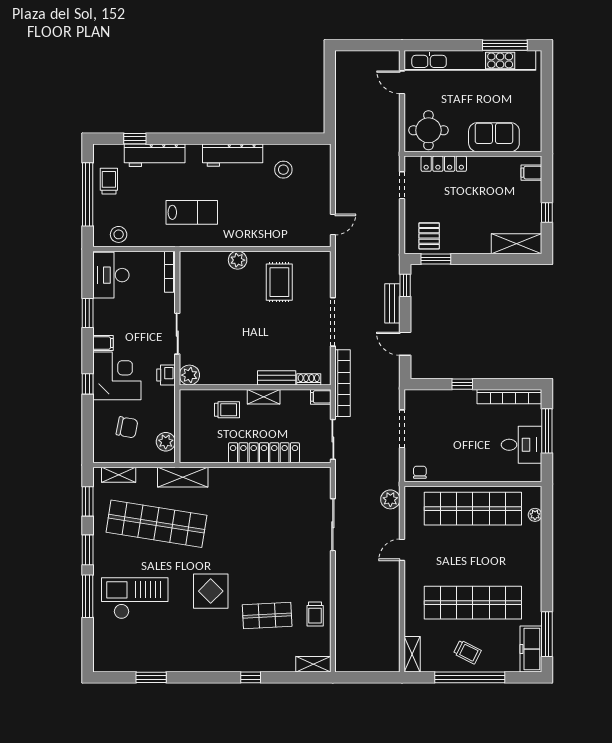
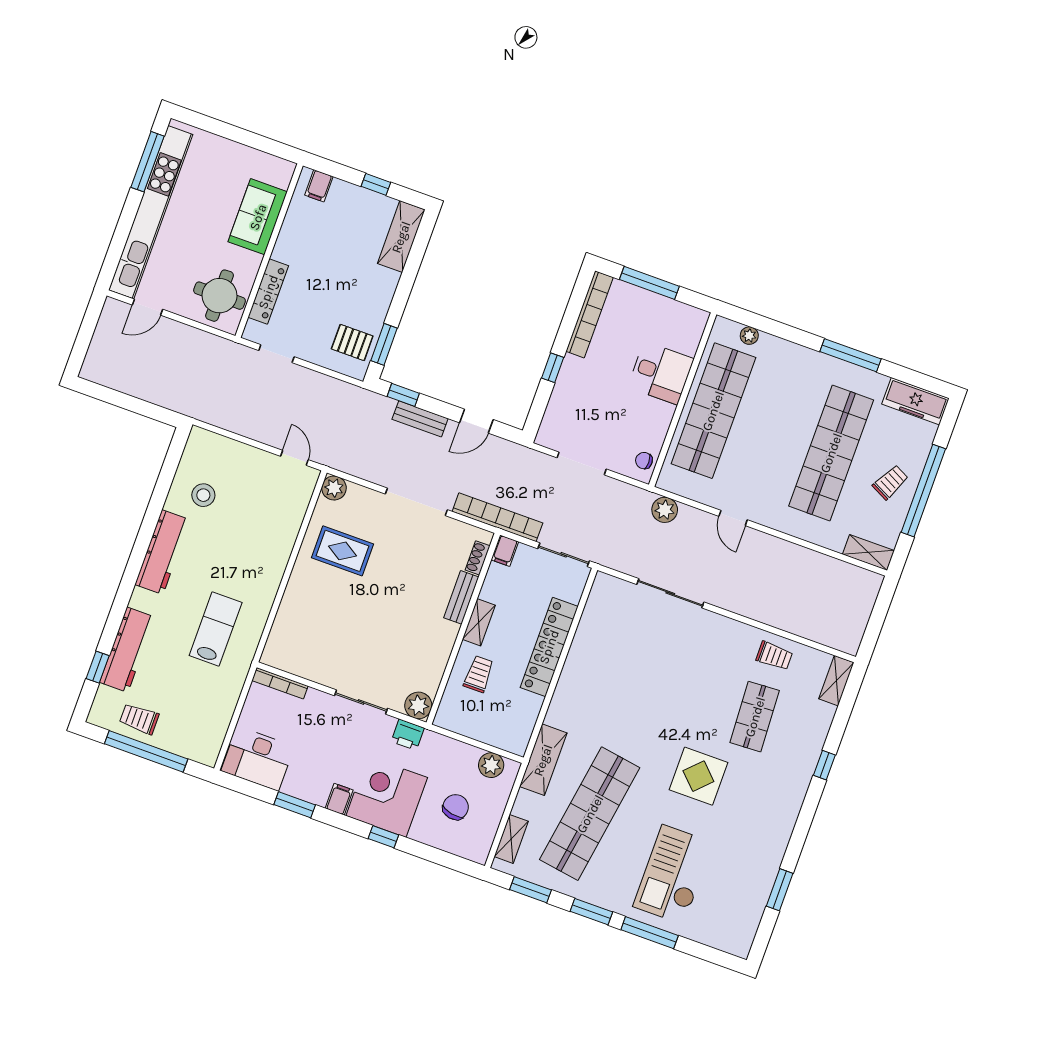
stool: (119, 234) -> (210, 731), removed
plant: (238, 260) -> (334, 488), moved
desk: (522, 445) -> (661, 373), moved, turned 90
window: (547, 634) -> (851, 355), moved

